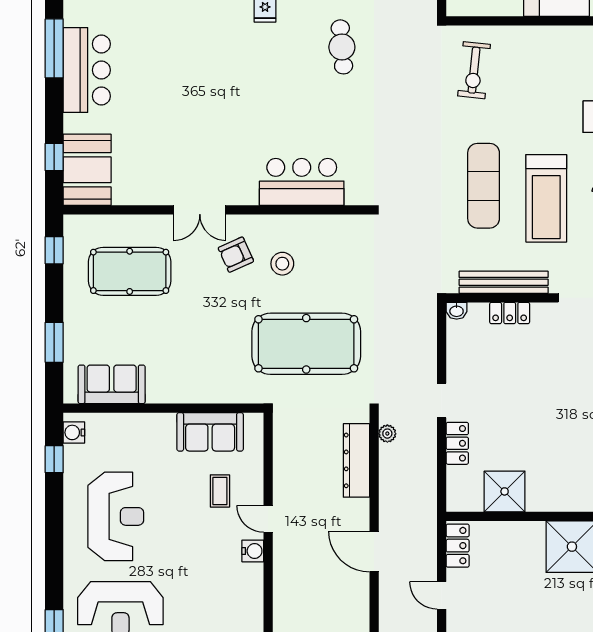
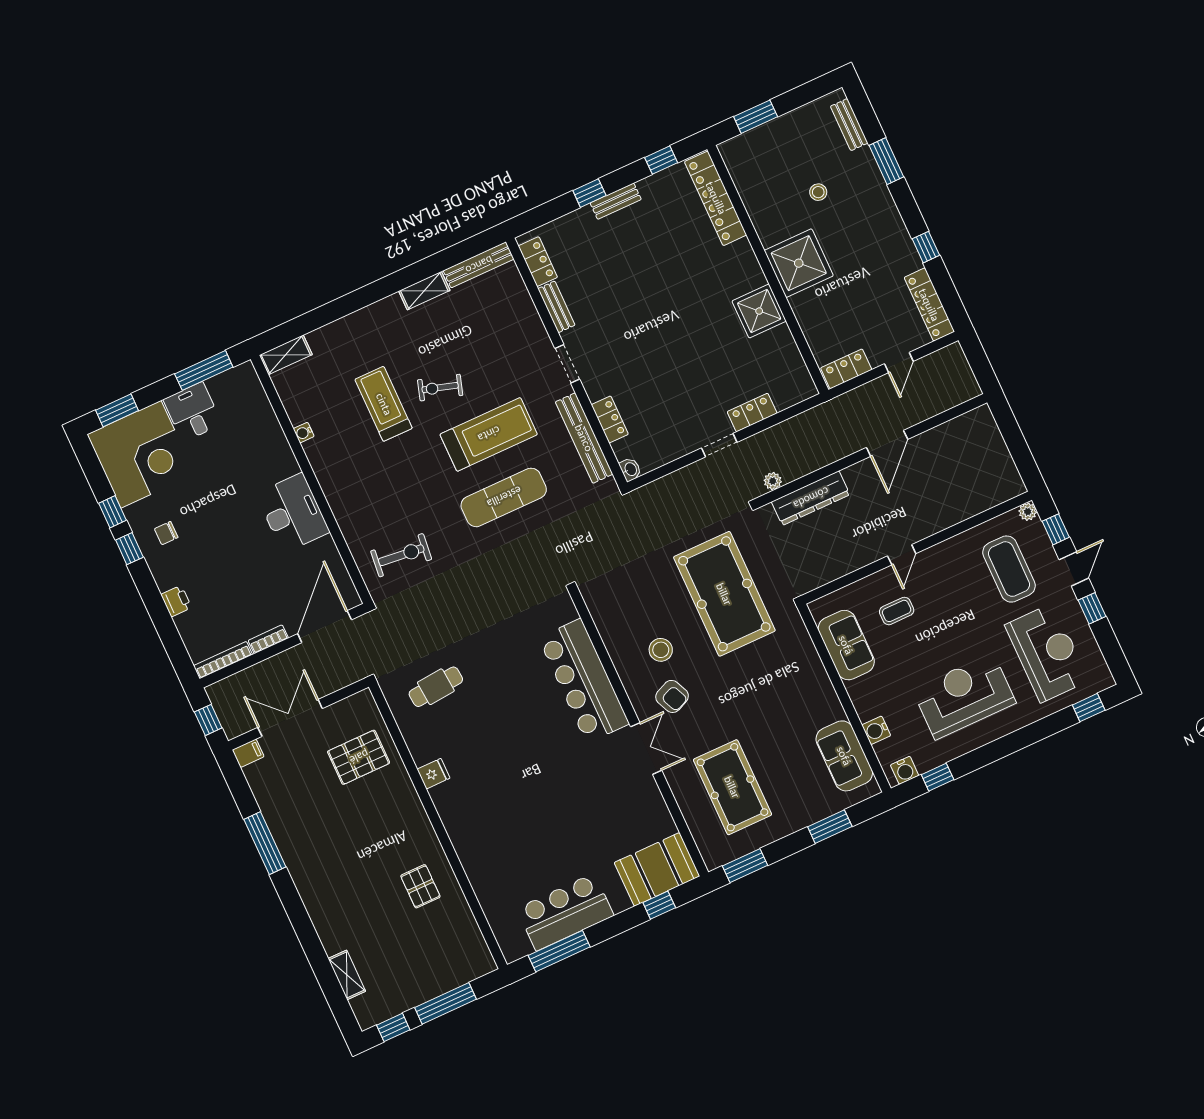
bar counter: (302, 182) -> (584, 681), width x1.36
window: (54, 250) -> (745, 866), width x1.50
shower: (505, 491) -> (759, 311), moved
water cooler: (253, 551) -> (876, 730), moved, turned -90
coffee table: (211, 609) -> (1009, 569), added

